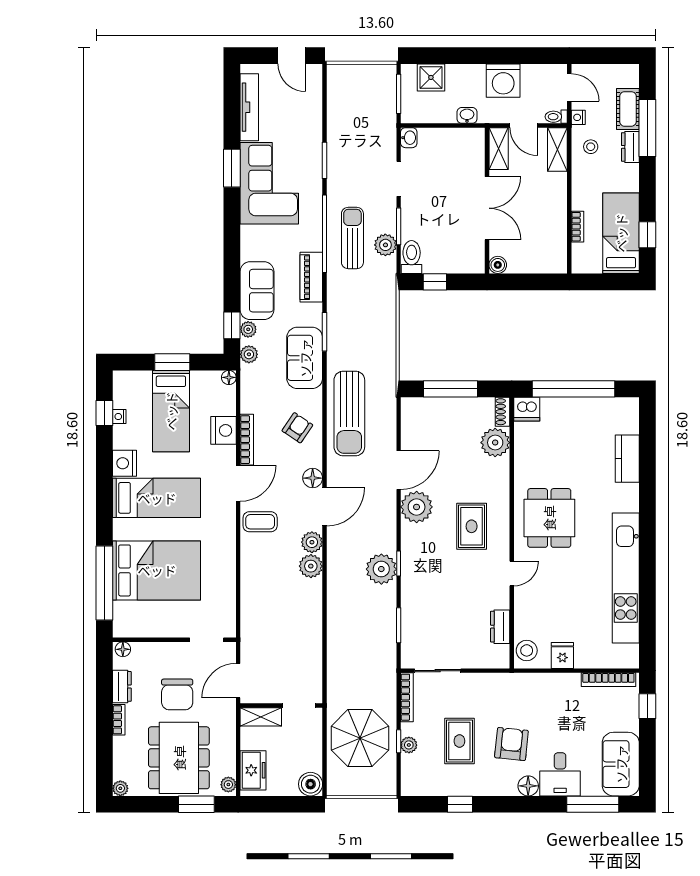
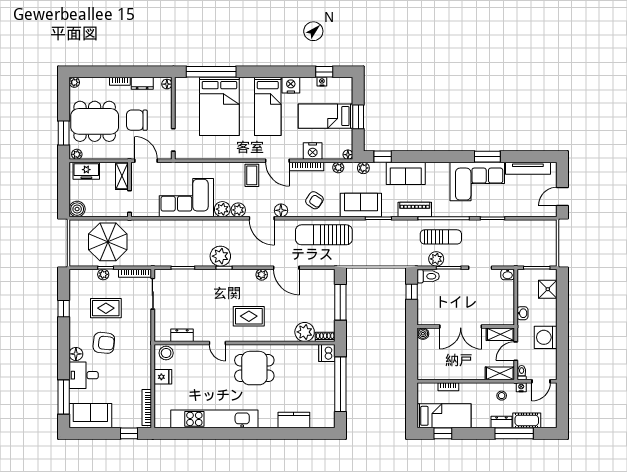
plant: (248, 329) -> (338, 168), moved
plant: (417, 507) -> (262, 275), width x0.53, depth x0.53
corner sofa: (293, 620) -> (186, 198), added

